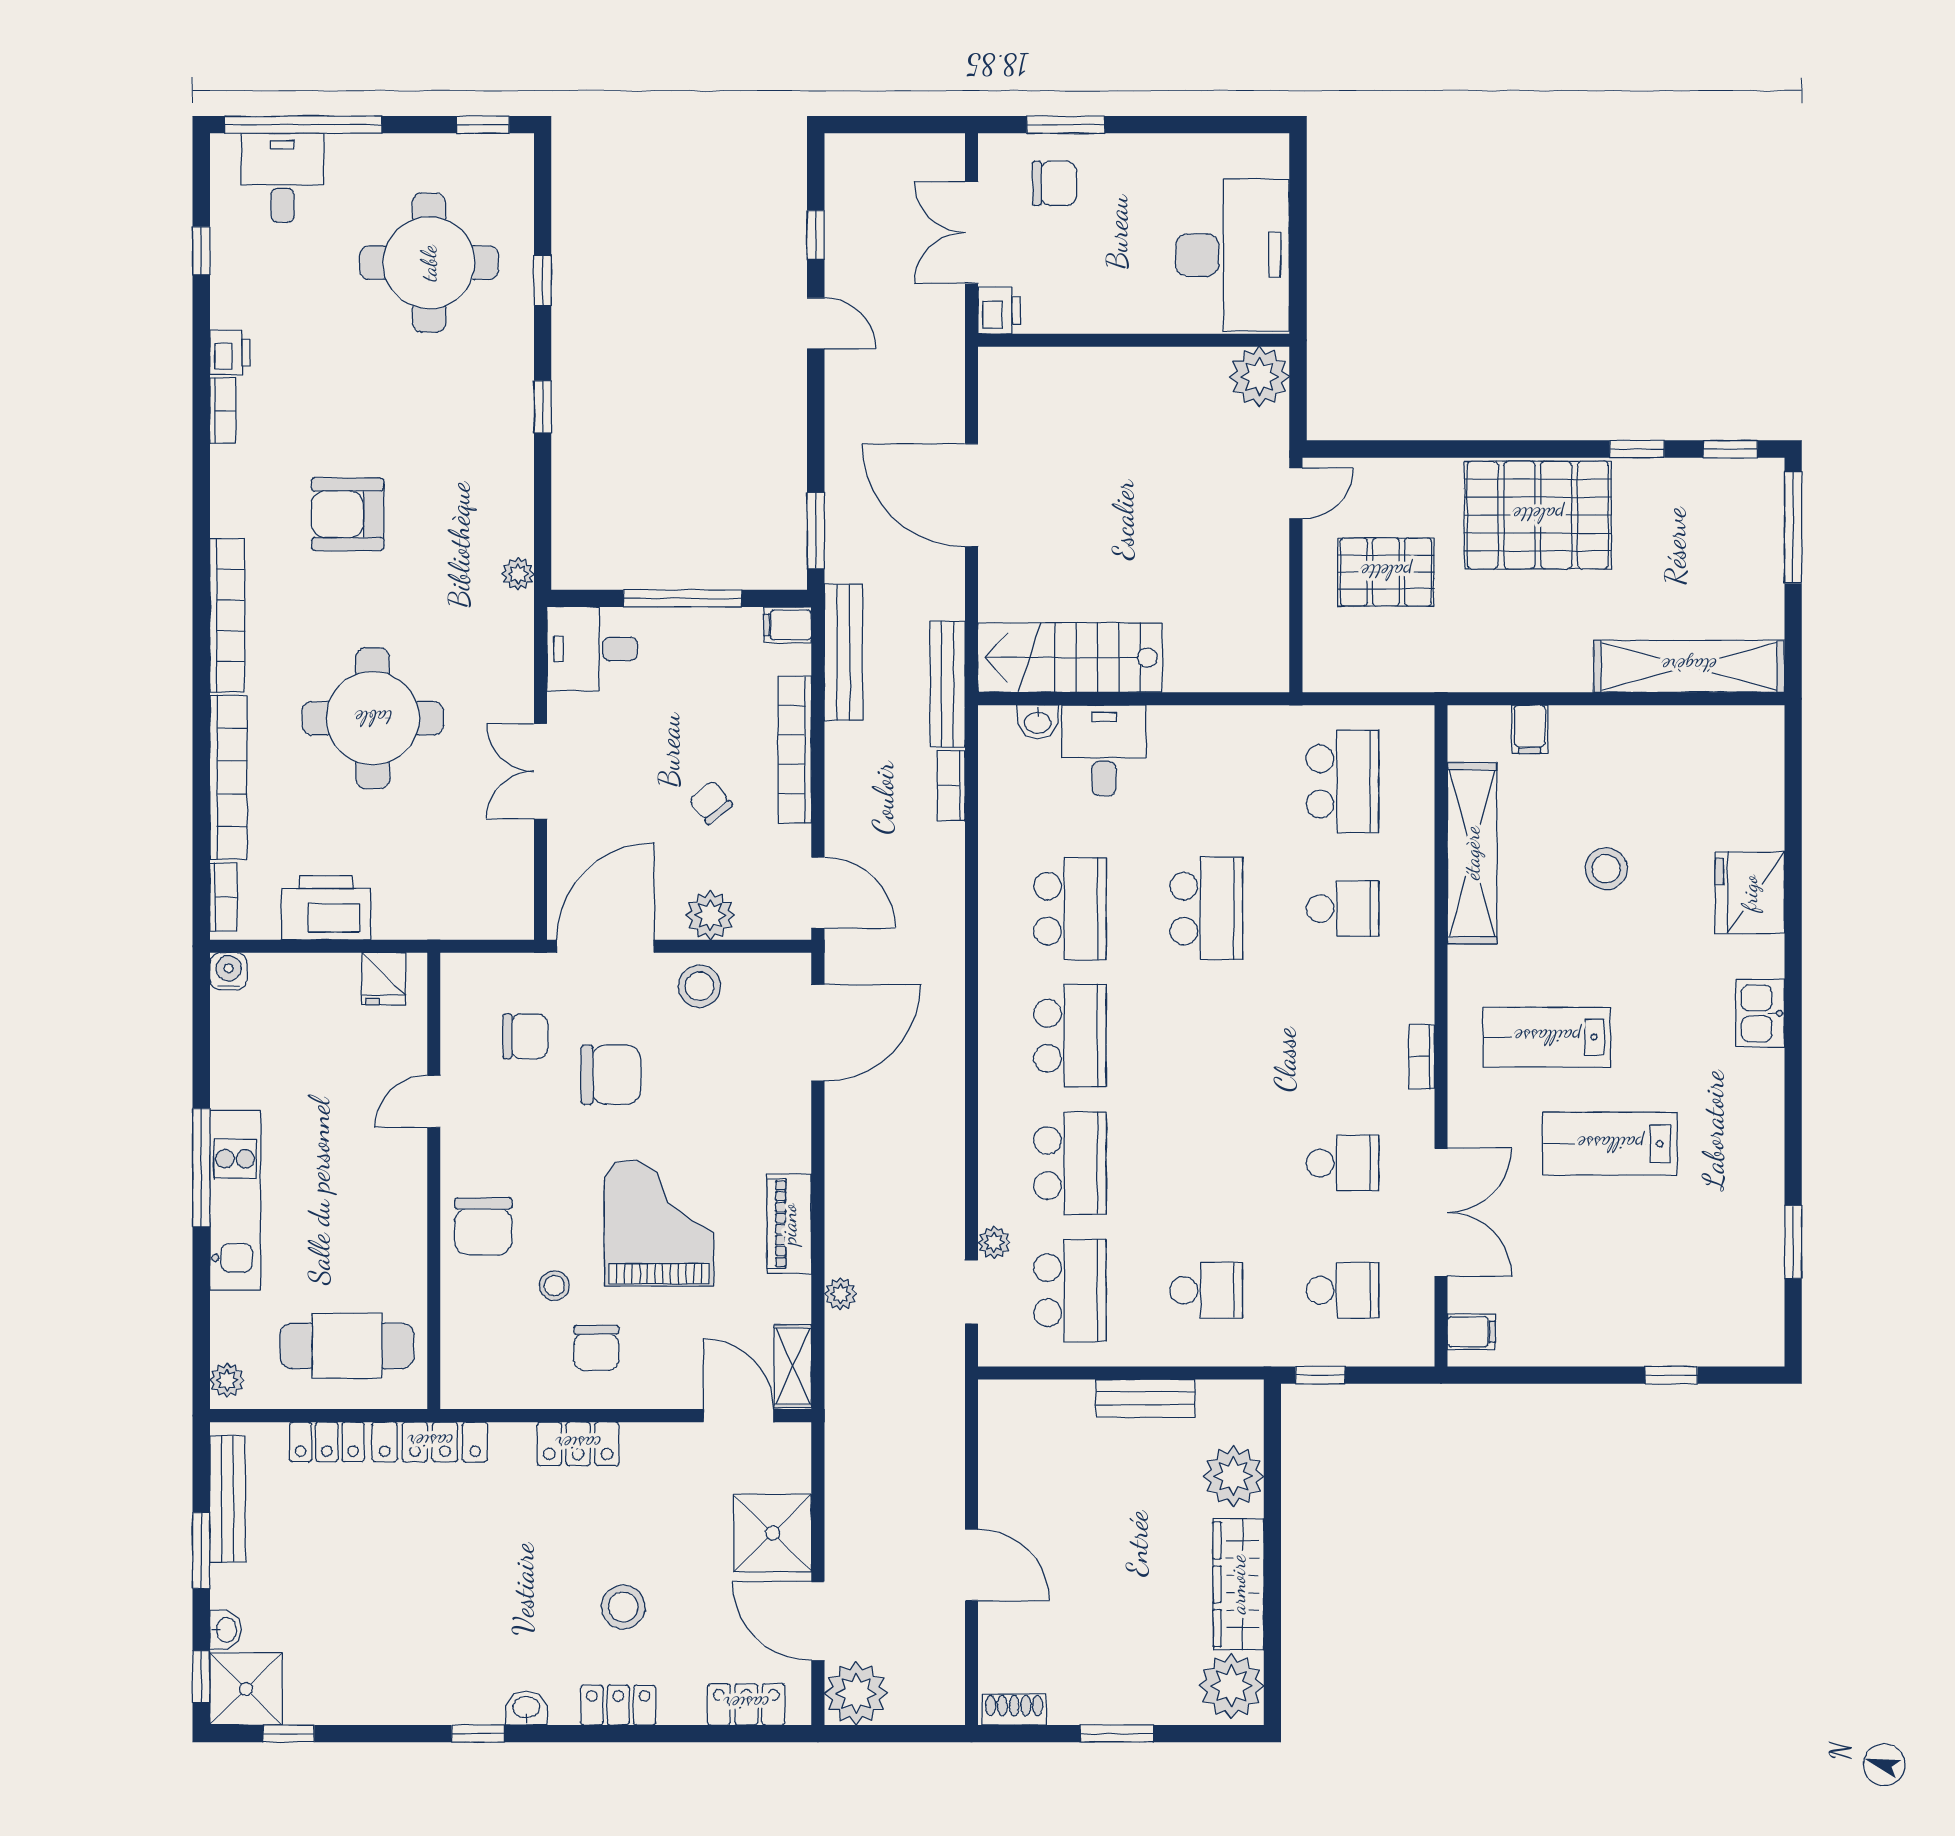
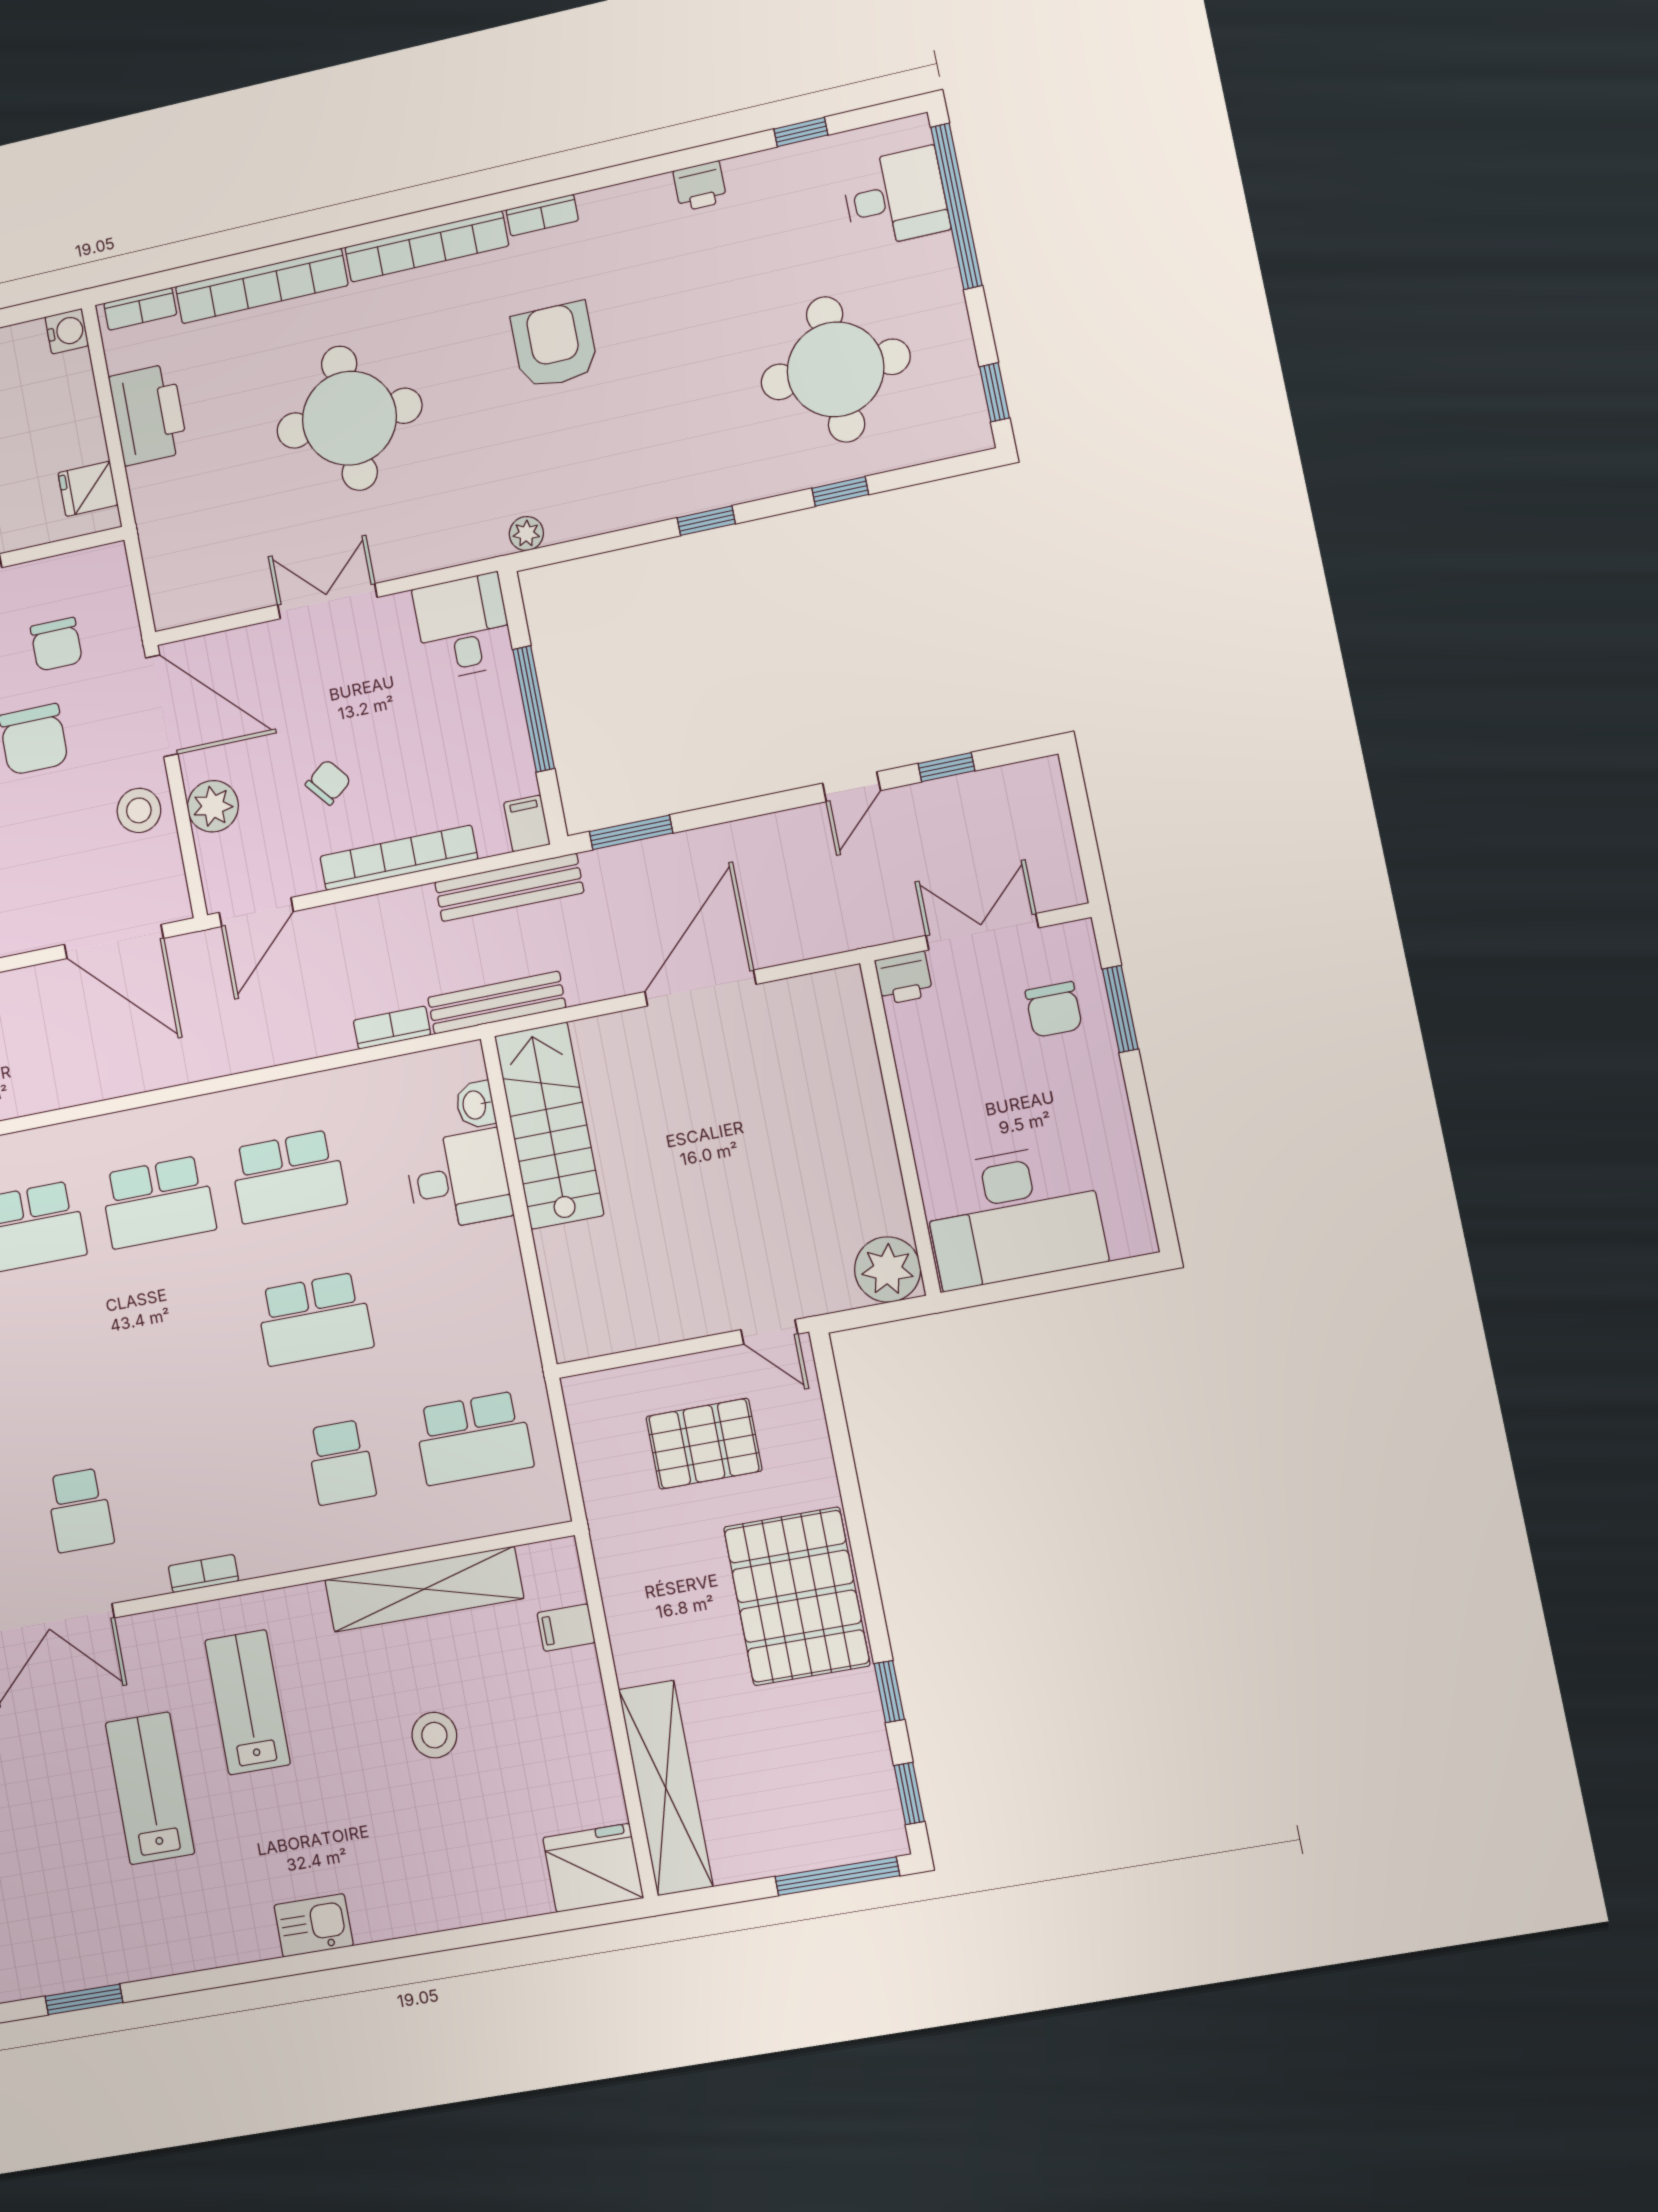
bookcase: (223, 411) -> (542, 215), moved
pallet: (1386, 572) -> (704, 1444), turned 90
fridge: (1750, 893) -> (593, 1868), moved

